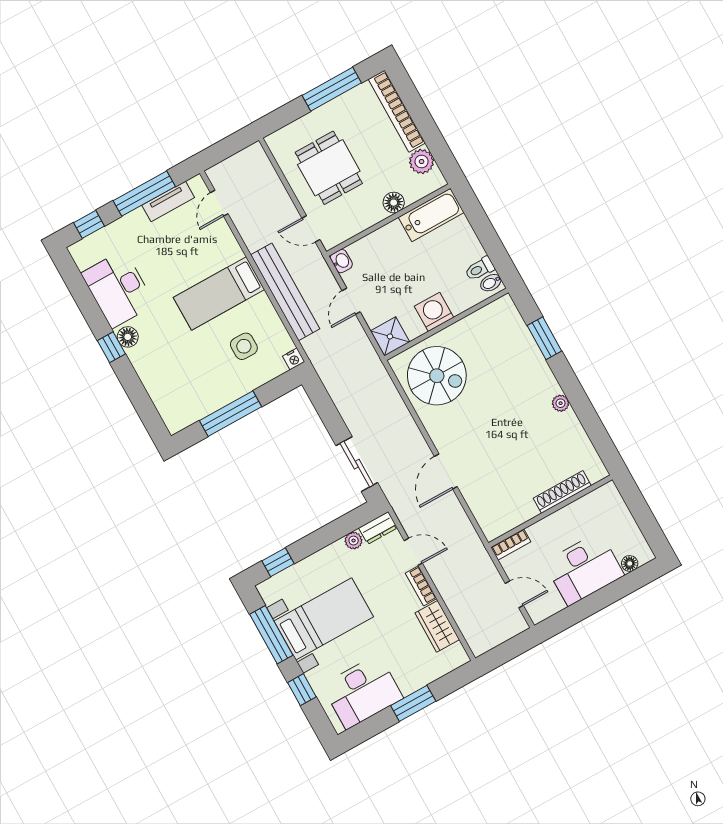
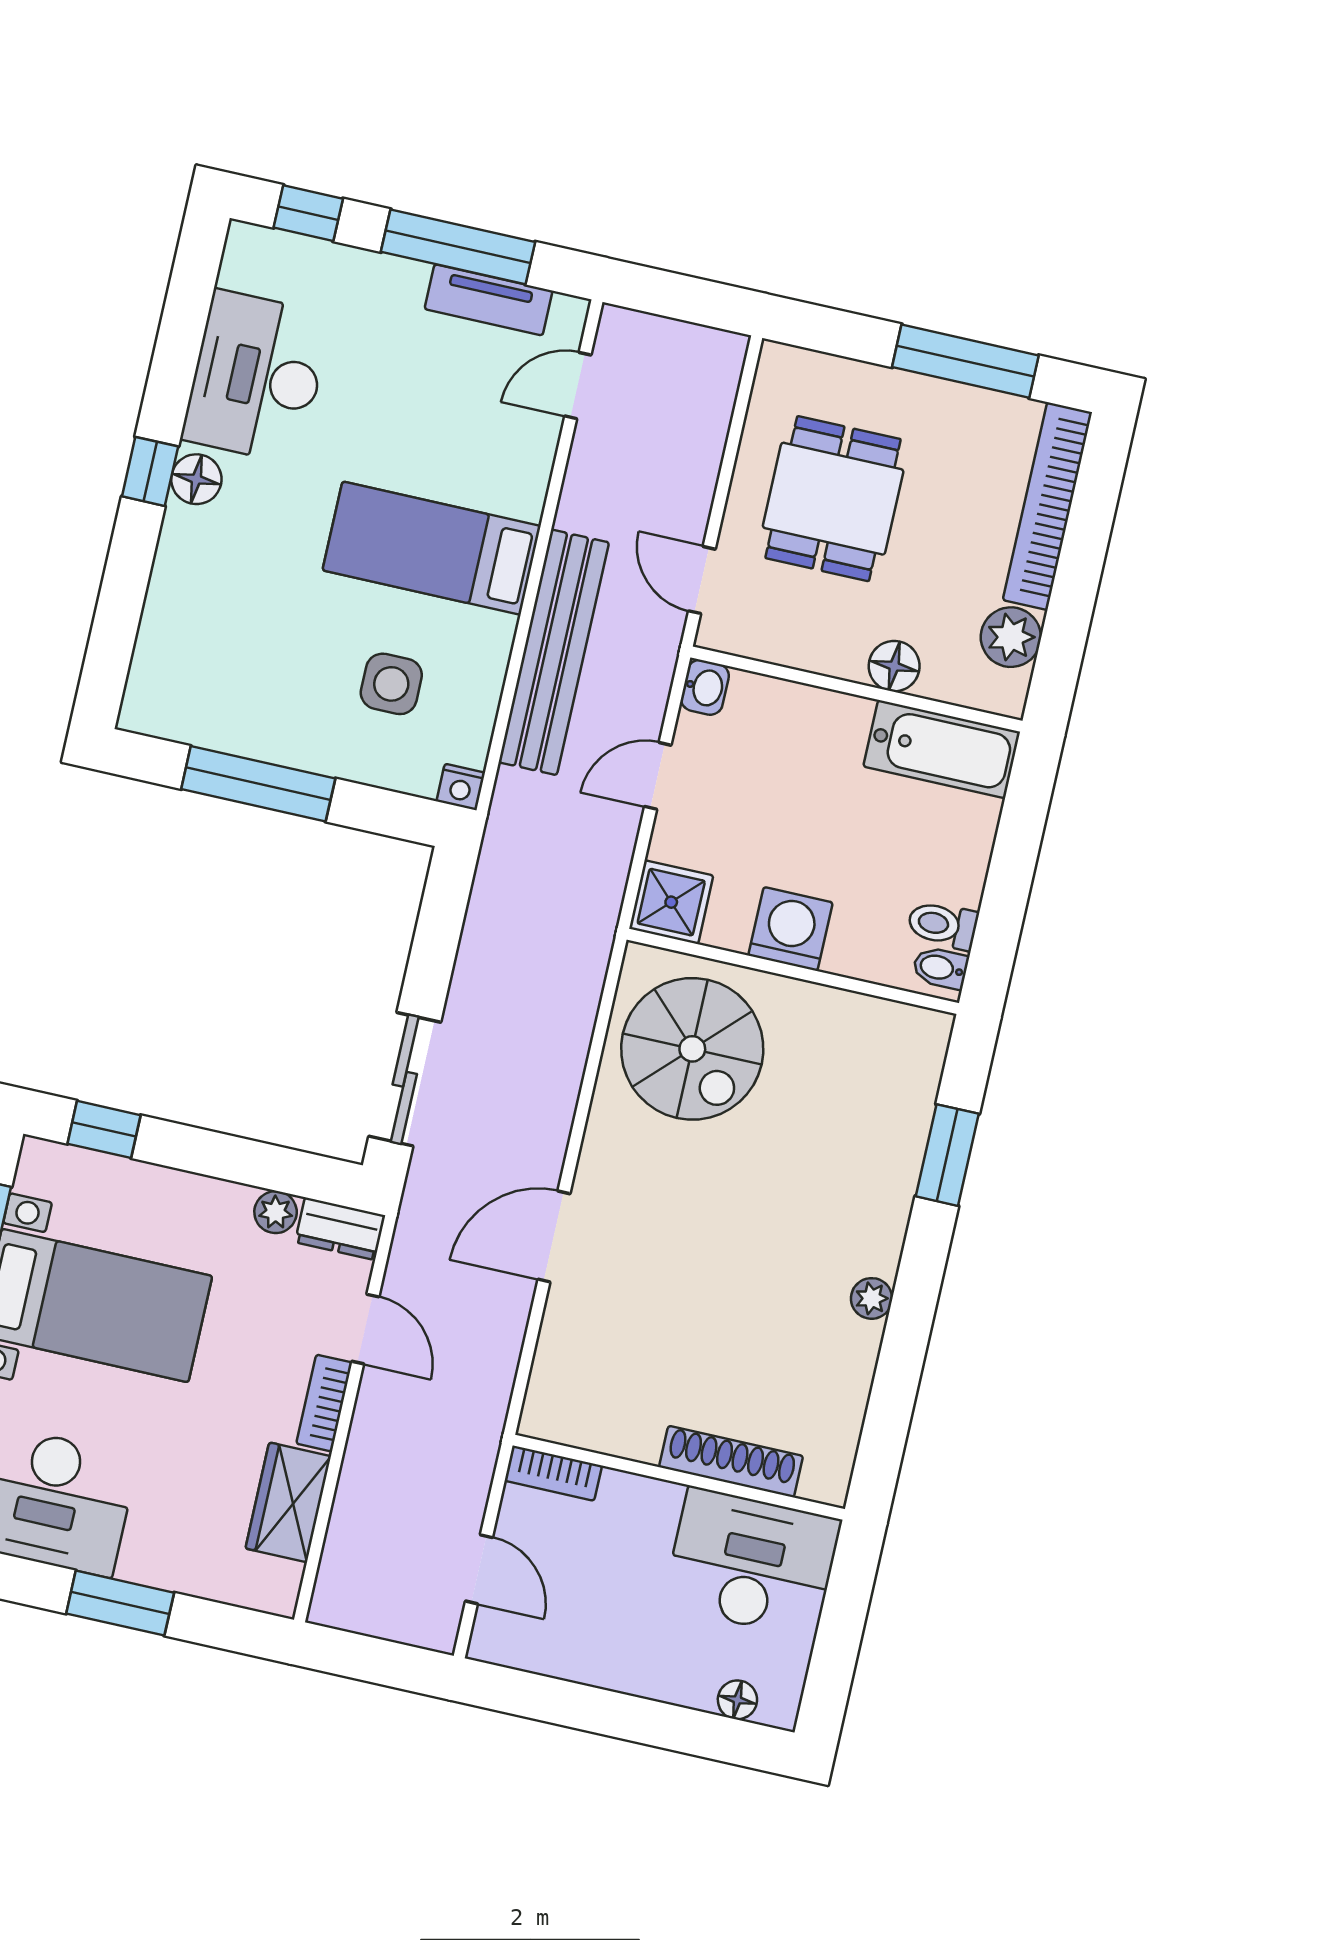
desk: (584, 569) -> (752, 1563), moved, turned 180

